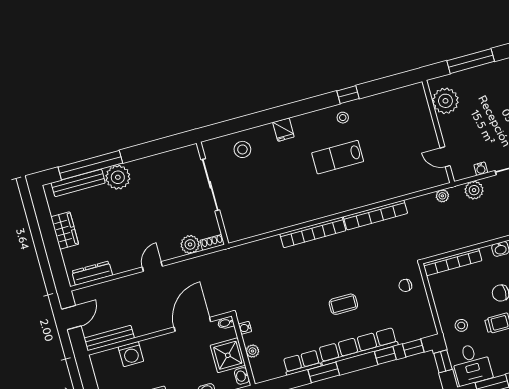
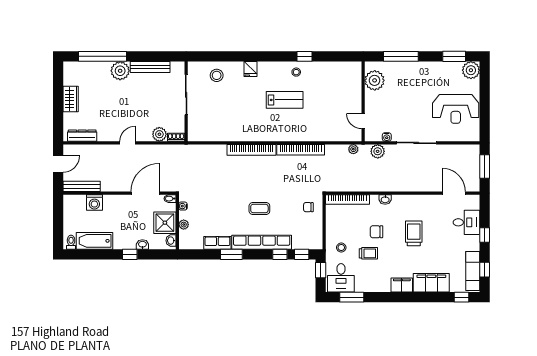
lab bench: (338, 157) -> (285, 100), turned 180
bench: (78, 183) -> (150, 67), moved

